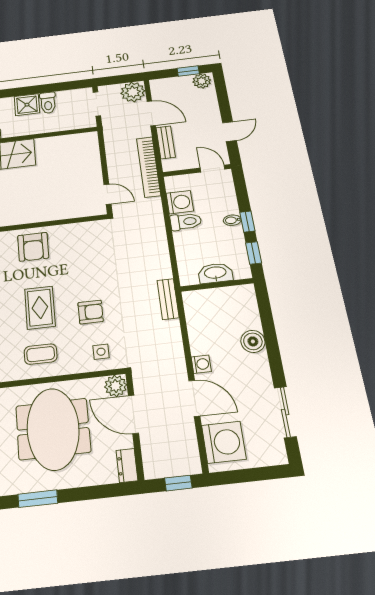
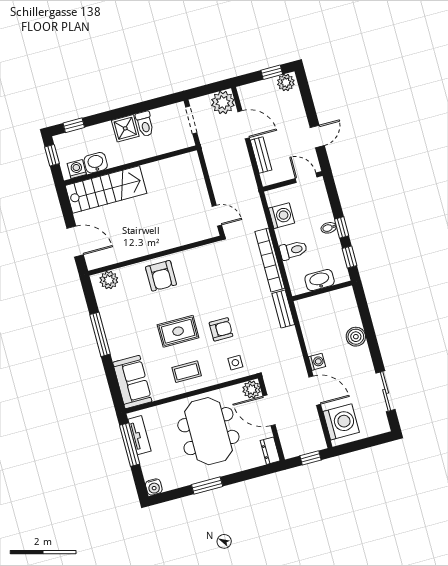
bookcase: (149, 167) -> (270, 260), moved
toilet: (186, 222) -> (293, 250), moved
rug: (40, 308) -> (178, 331), turned 90

